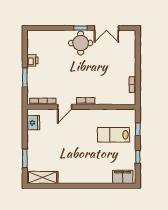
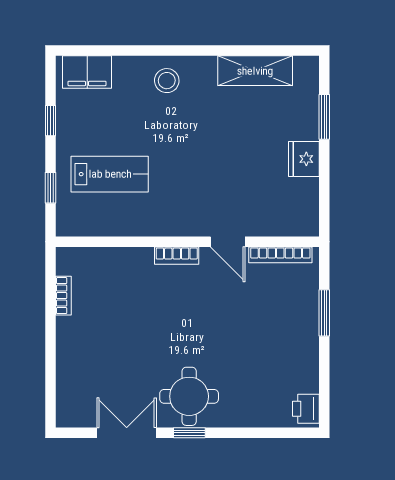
printer: (32, 60) -> (306, 409), moved
door: (65, 107) -> (228, 242), swing flipped
fridge: (33, 123) -> (304, 159), moved
stool: (90, 173) -> (167, 81), added
shelving: (42, 177) -> (255, 71), moved

